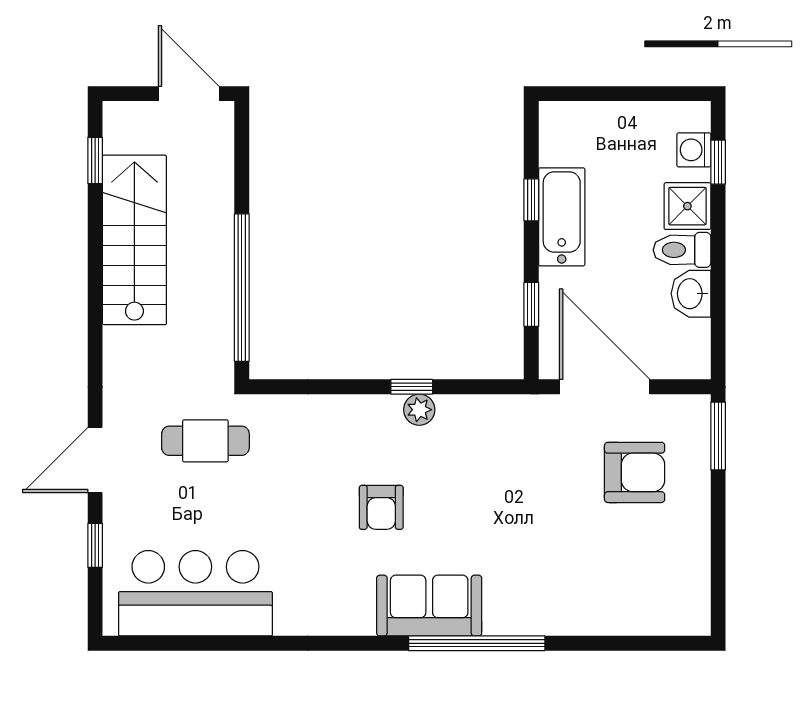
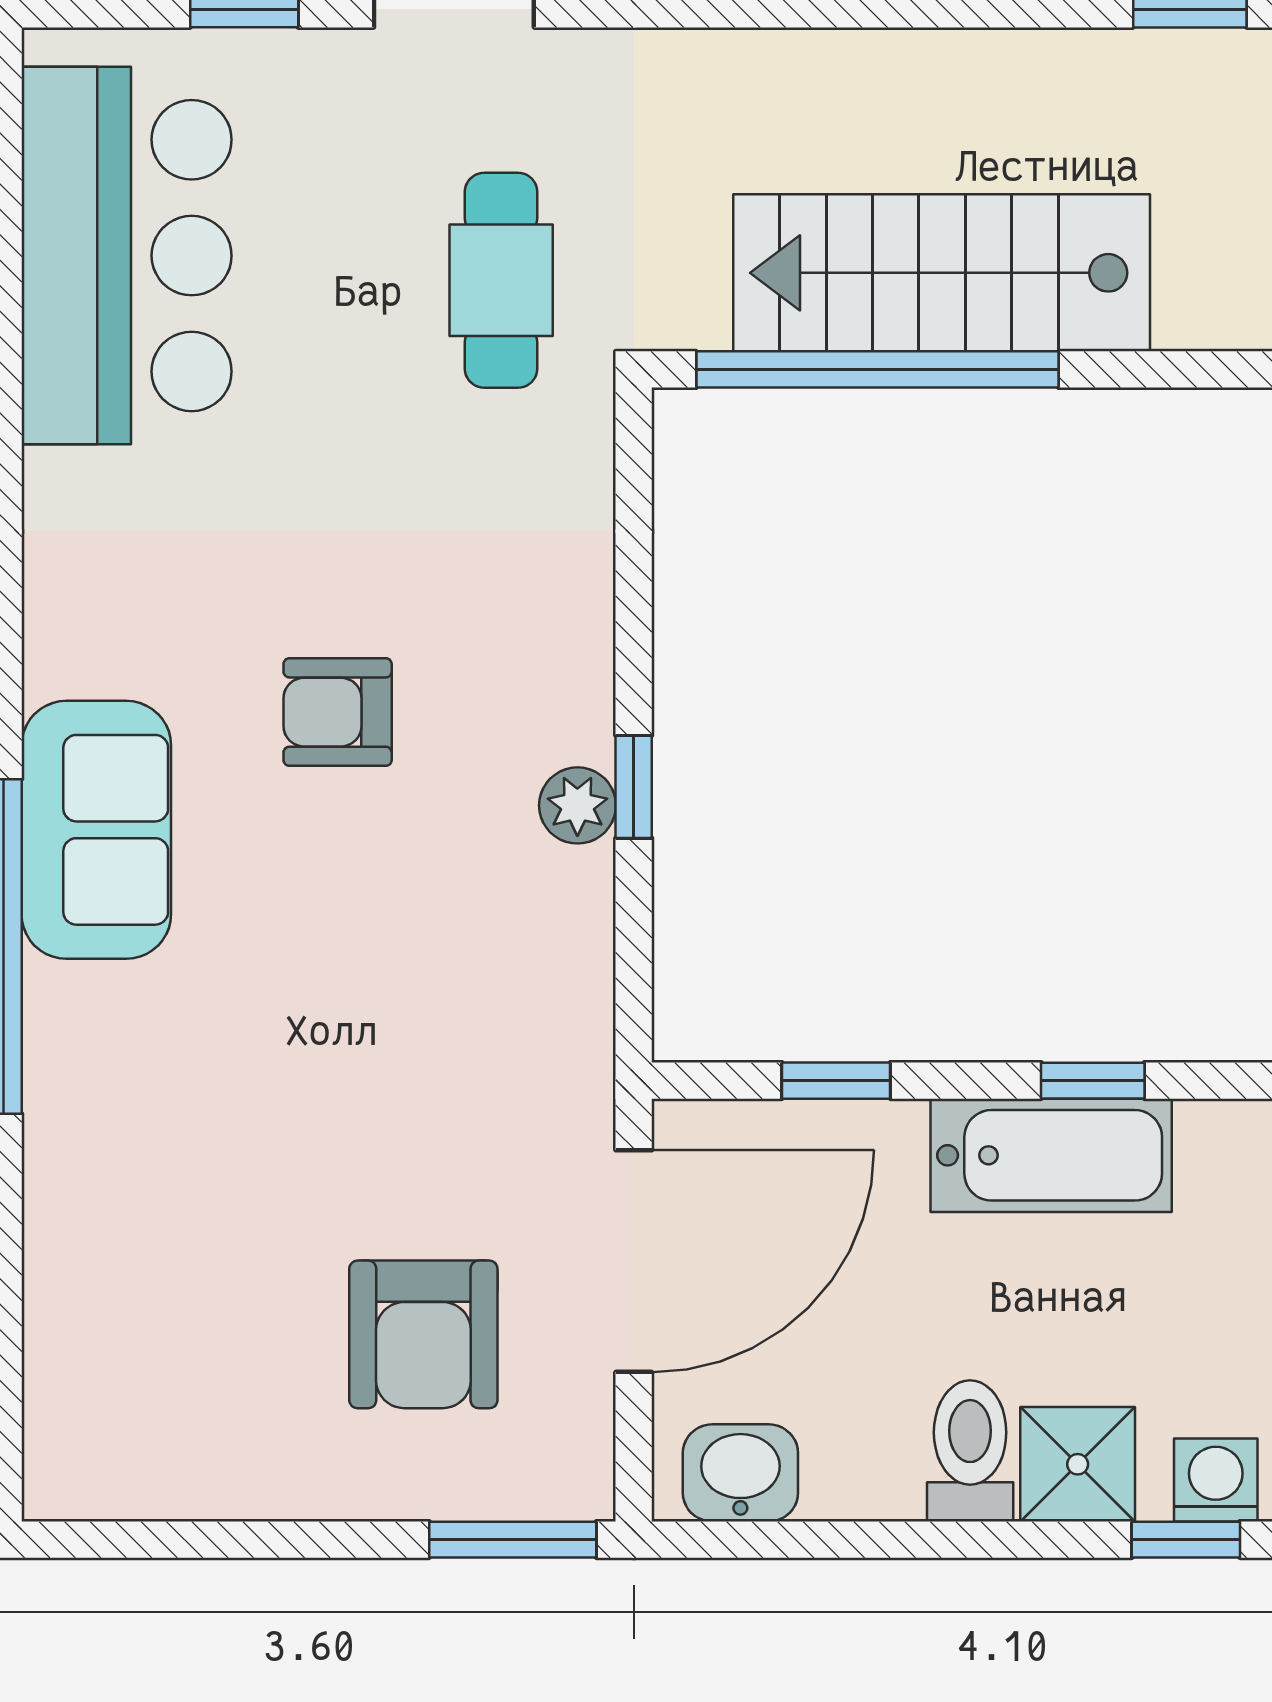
stairs: (134, 240) -> (942, 273), moved, turned 180
washbasin: (691, 294) -> (740, 1473), moved

